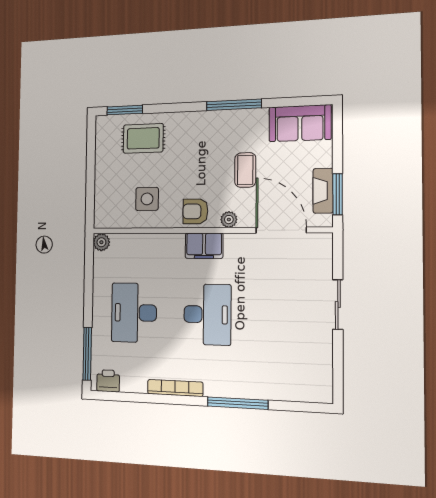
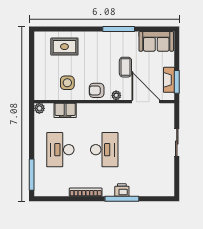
window: (125, 110) -> (53, 29), removed
filing cabinet: (204, 246) -> (65, 110), moved
printer: (108, 381) -> (122, 190), moved

